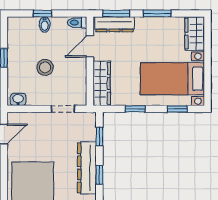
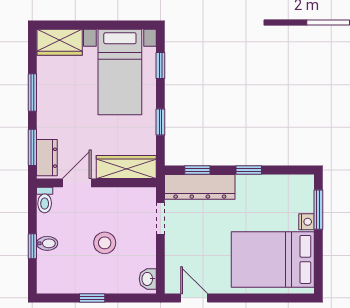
dresser: (114, 24) -> (47, 158), width x0.70
door: (90, 46) -> (77, 183), swing flipped
dresser: (87, 168) -> (200, 187), moved

